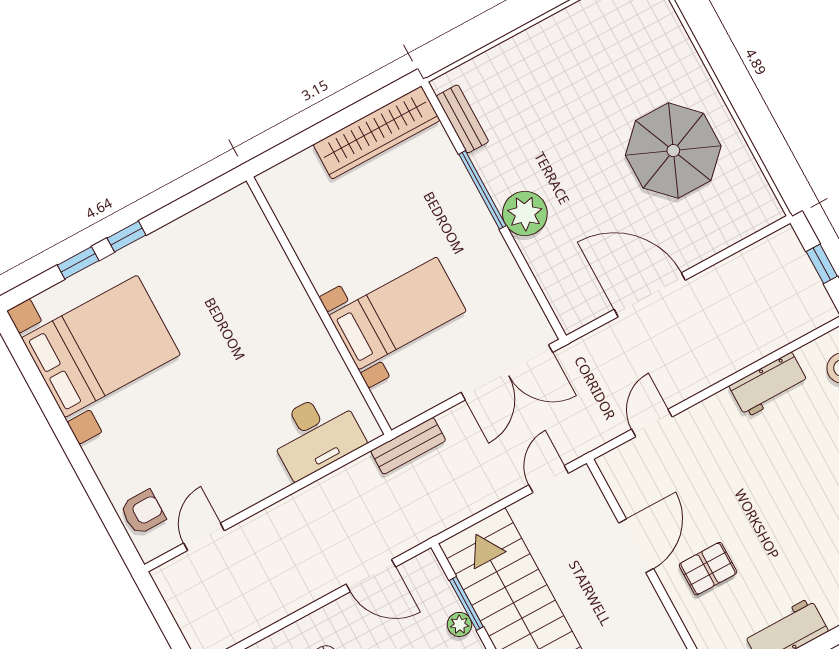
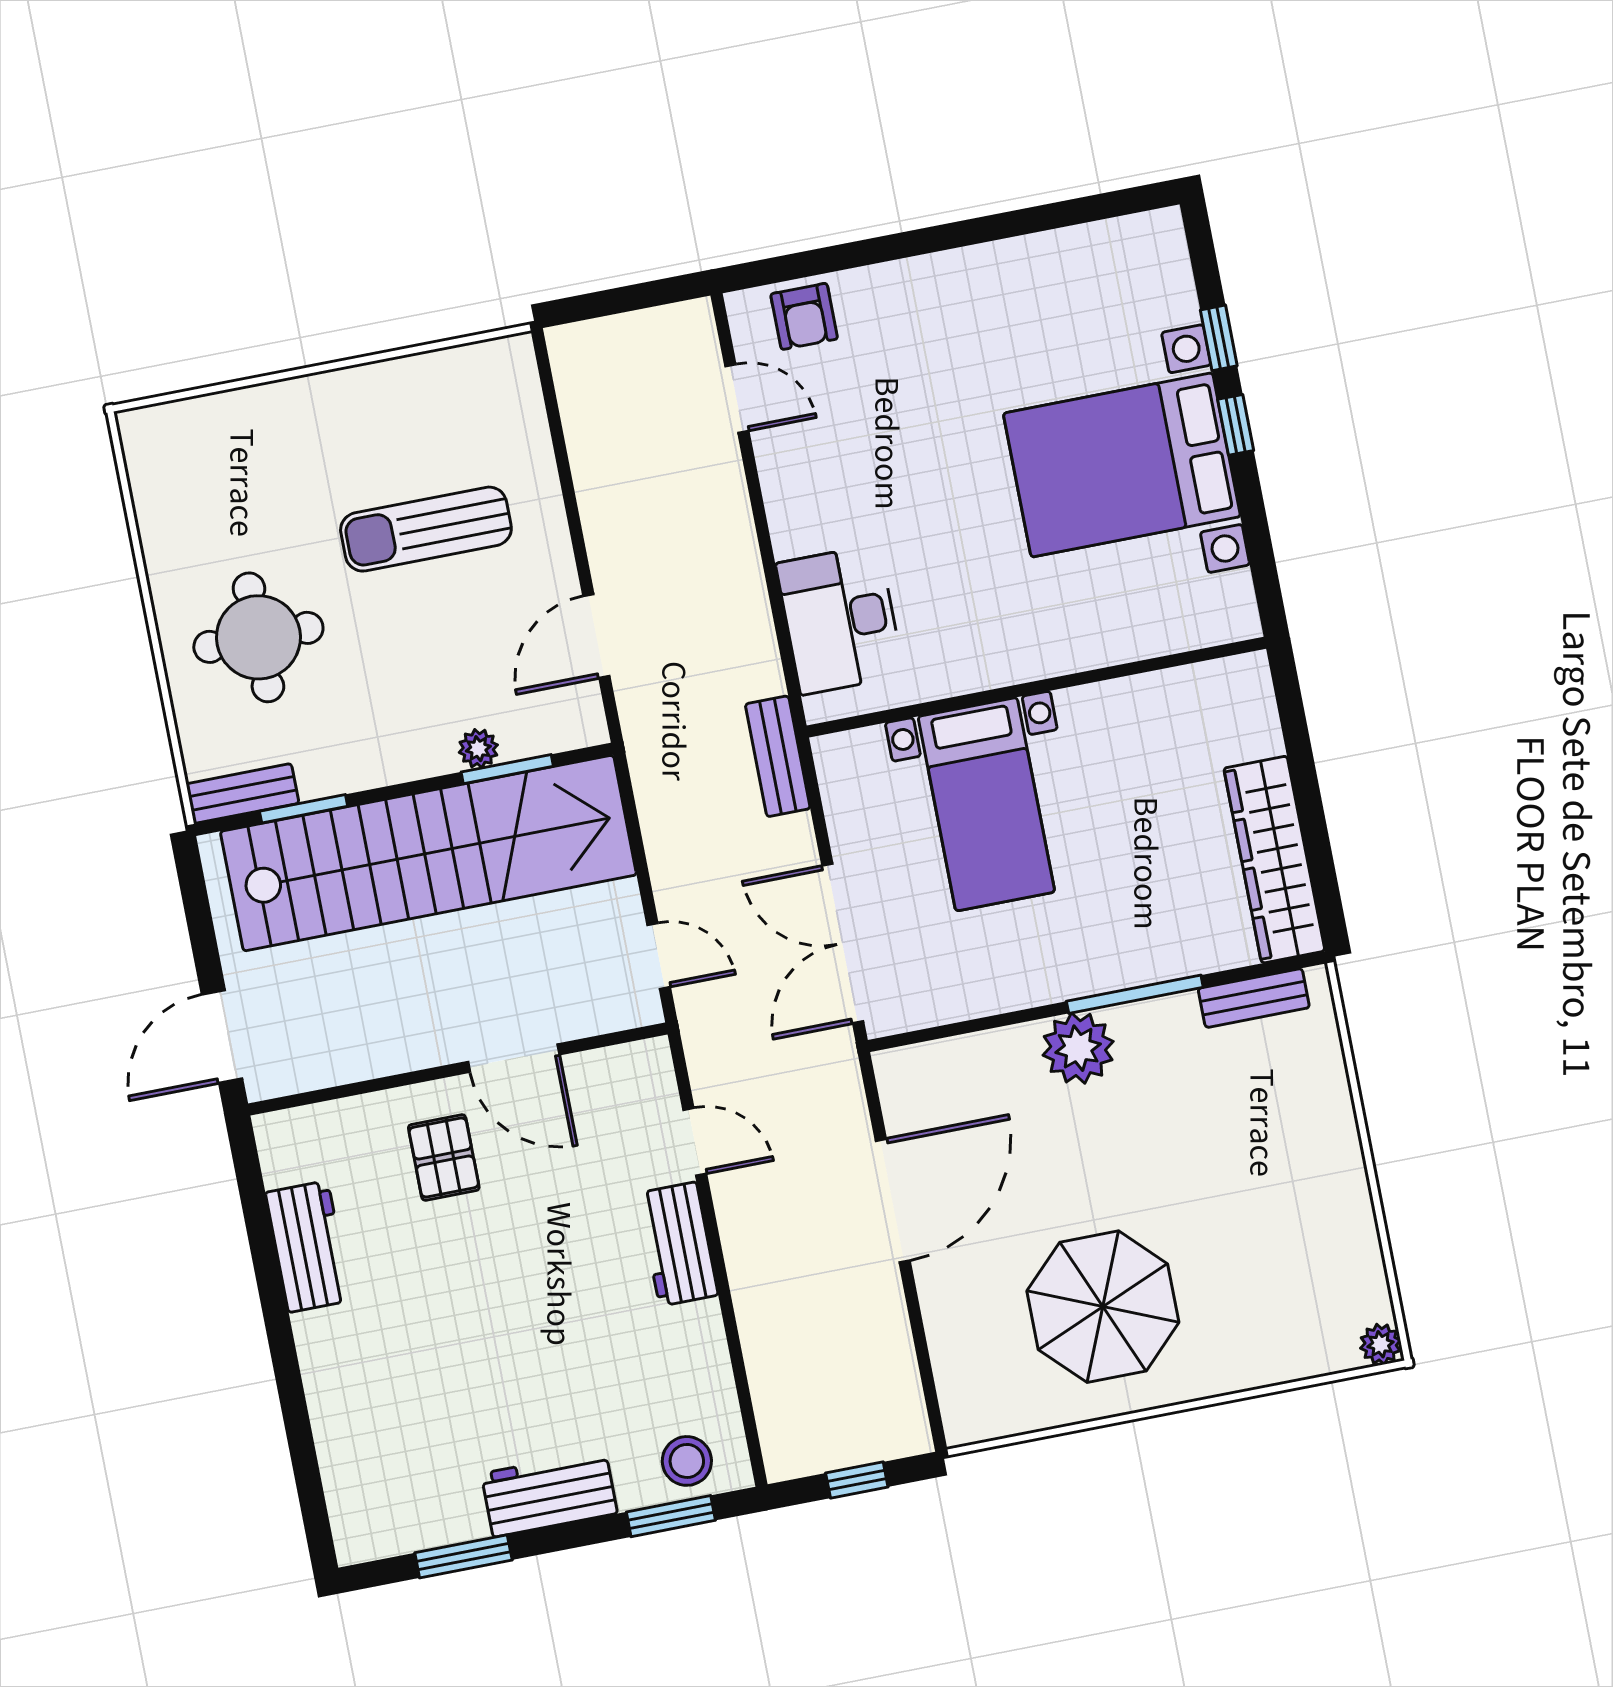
bed with nightstands: (101, 346) -> (1122, 465), moved, turned 90
workbench: (769, 385) -> (678, 1244), moved

